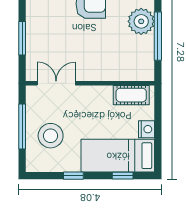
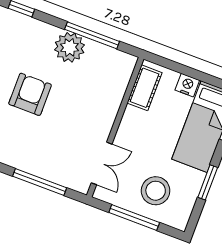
window: (22, 38) -> (40, 182), width x1.44
double door: (56, 83) -> (102, 163), swing flipped
window: (73, 176) -> (208, 182), width x1.50

